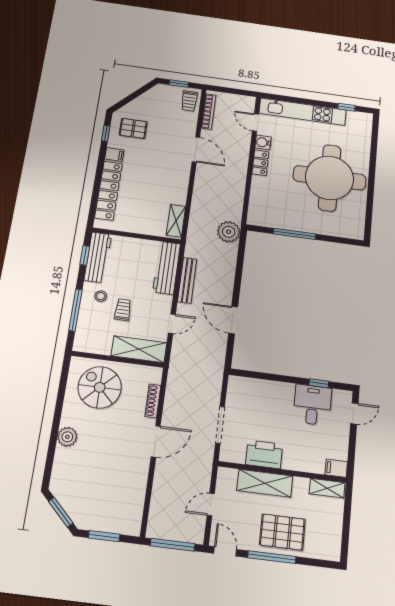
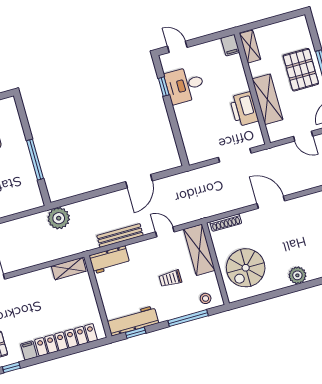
workbench: (167, 268) -> (109, 260), width x0.73
stool: (101, 296) -> (206, 298), moved
shoe rack: (153, 401) -> (226, 223), moved

